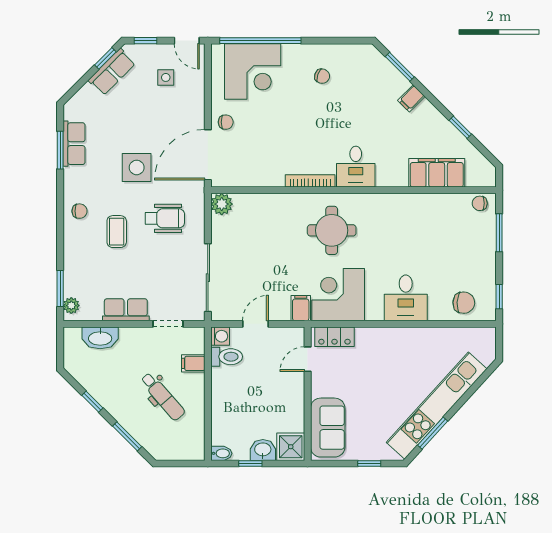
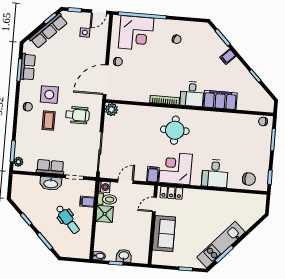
door: (187, 41) -> (99, 12), hinge flipped
row of seats: (112, 72) -> (49, 31), width x1.48
side table: (137, 167) -> (49, 95), moved
filing cabinet: (437, 173) -> (220, 100), moved
washbasin: (100, 338) -> (51, 184), moved
kitchen unit: (437, 406) -> (221, 245), width x0.73
sofa: (328, 428) -> (164, 234), moved
shower: (291, 447) -> (105, 214), moved

